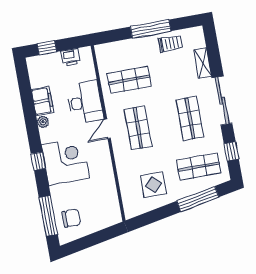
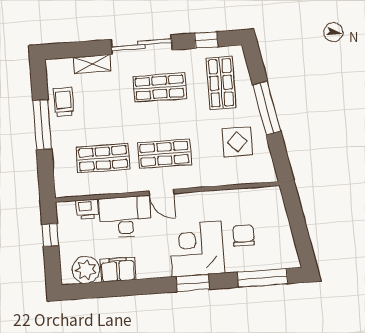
window: (47, 48) -> (50, 235), moved
printer: (71, 57) -> (87, 209), moved, turned 90
shop shelf: (129, 80) -> (103, 158), turned 90
plant: (43, 122) -> (86, 270), moved, width x1.88, depth x1.88
window: (38, 161) -> (193, 283), width x1.50
window: (198, 199) -> (267, 108), moved
chair: (71, 218) -> (243, 235), moved

